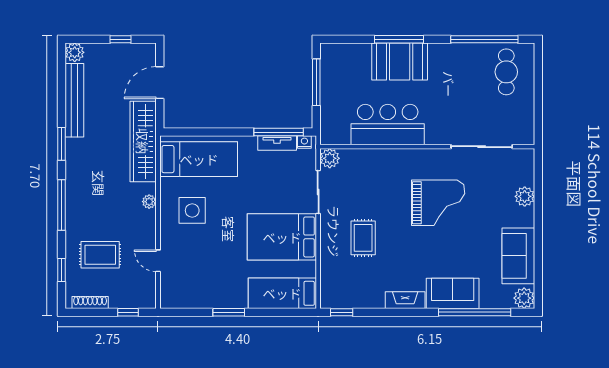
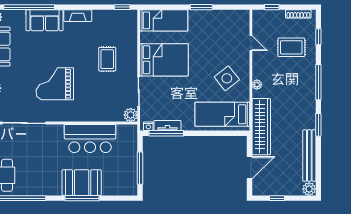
side table: (192, 210) -> (227, 78), turned -38

